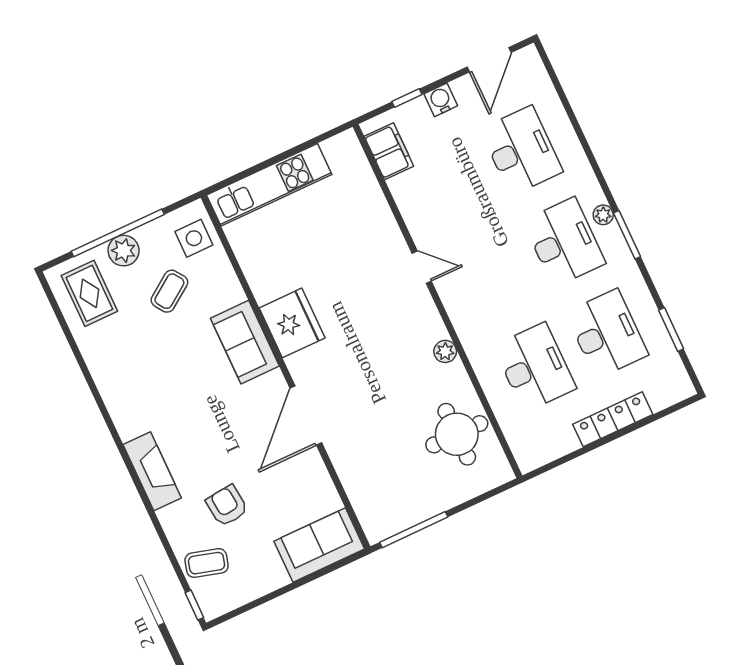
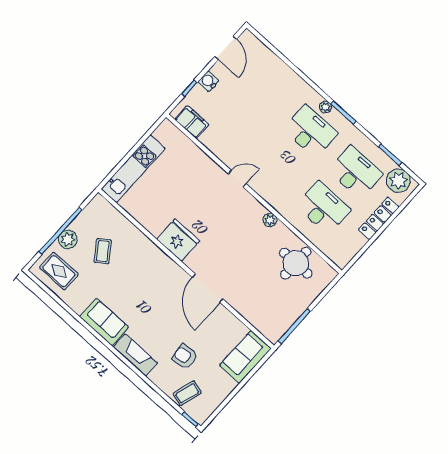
desk: (521, 151) -> (265, 91), removed
side table: (194, 238) -> (104, 216), removed
sofa: (245, 342) -> (104, 322), moved, turned 180
plant: (667, 374) -> (398, 181), added

